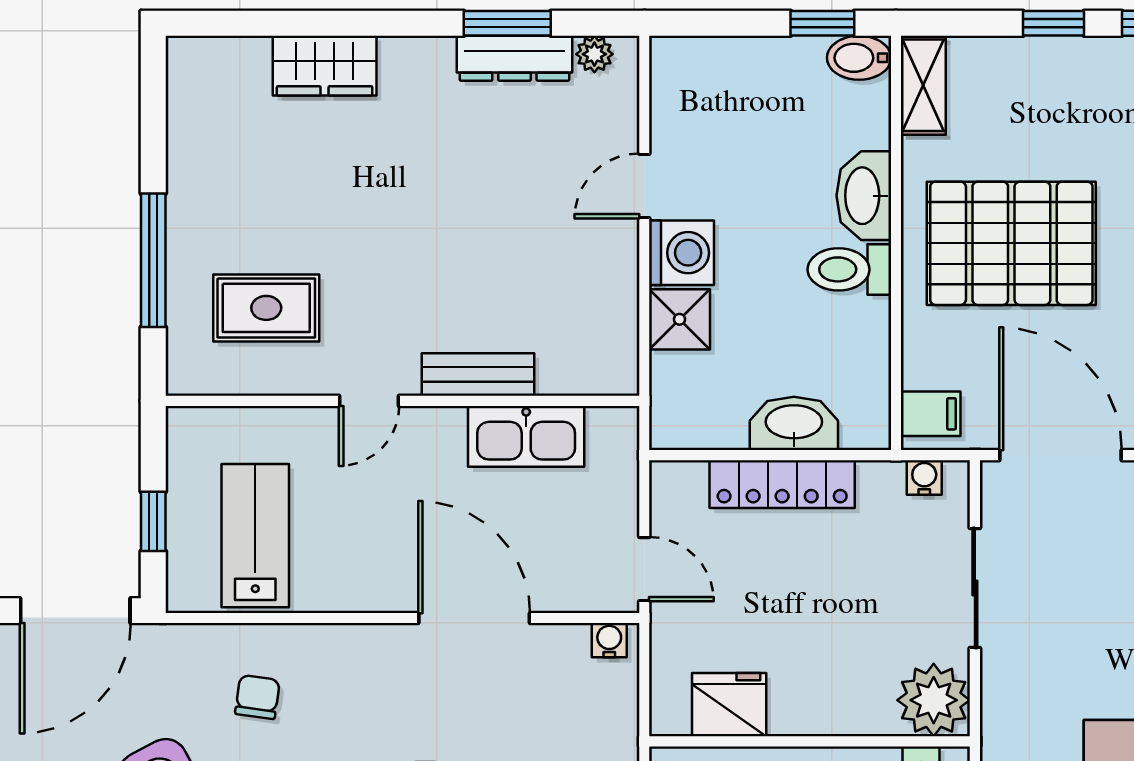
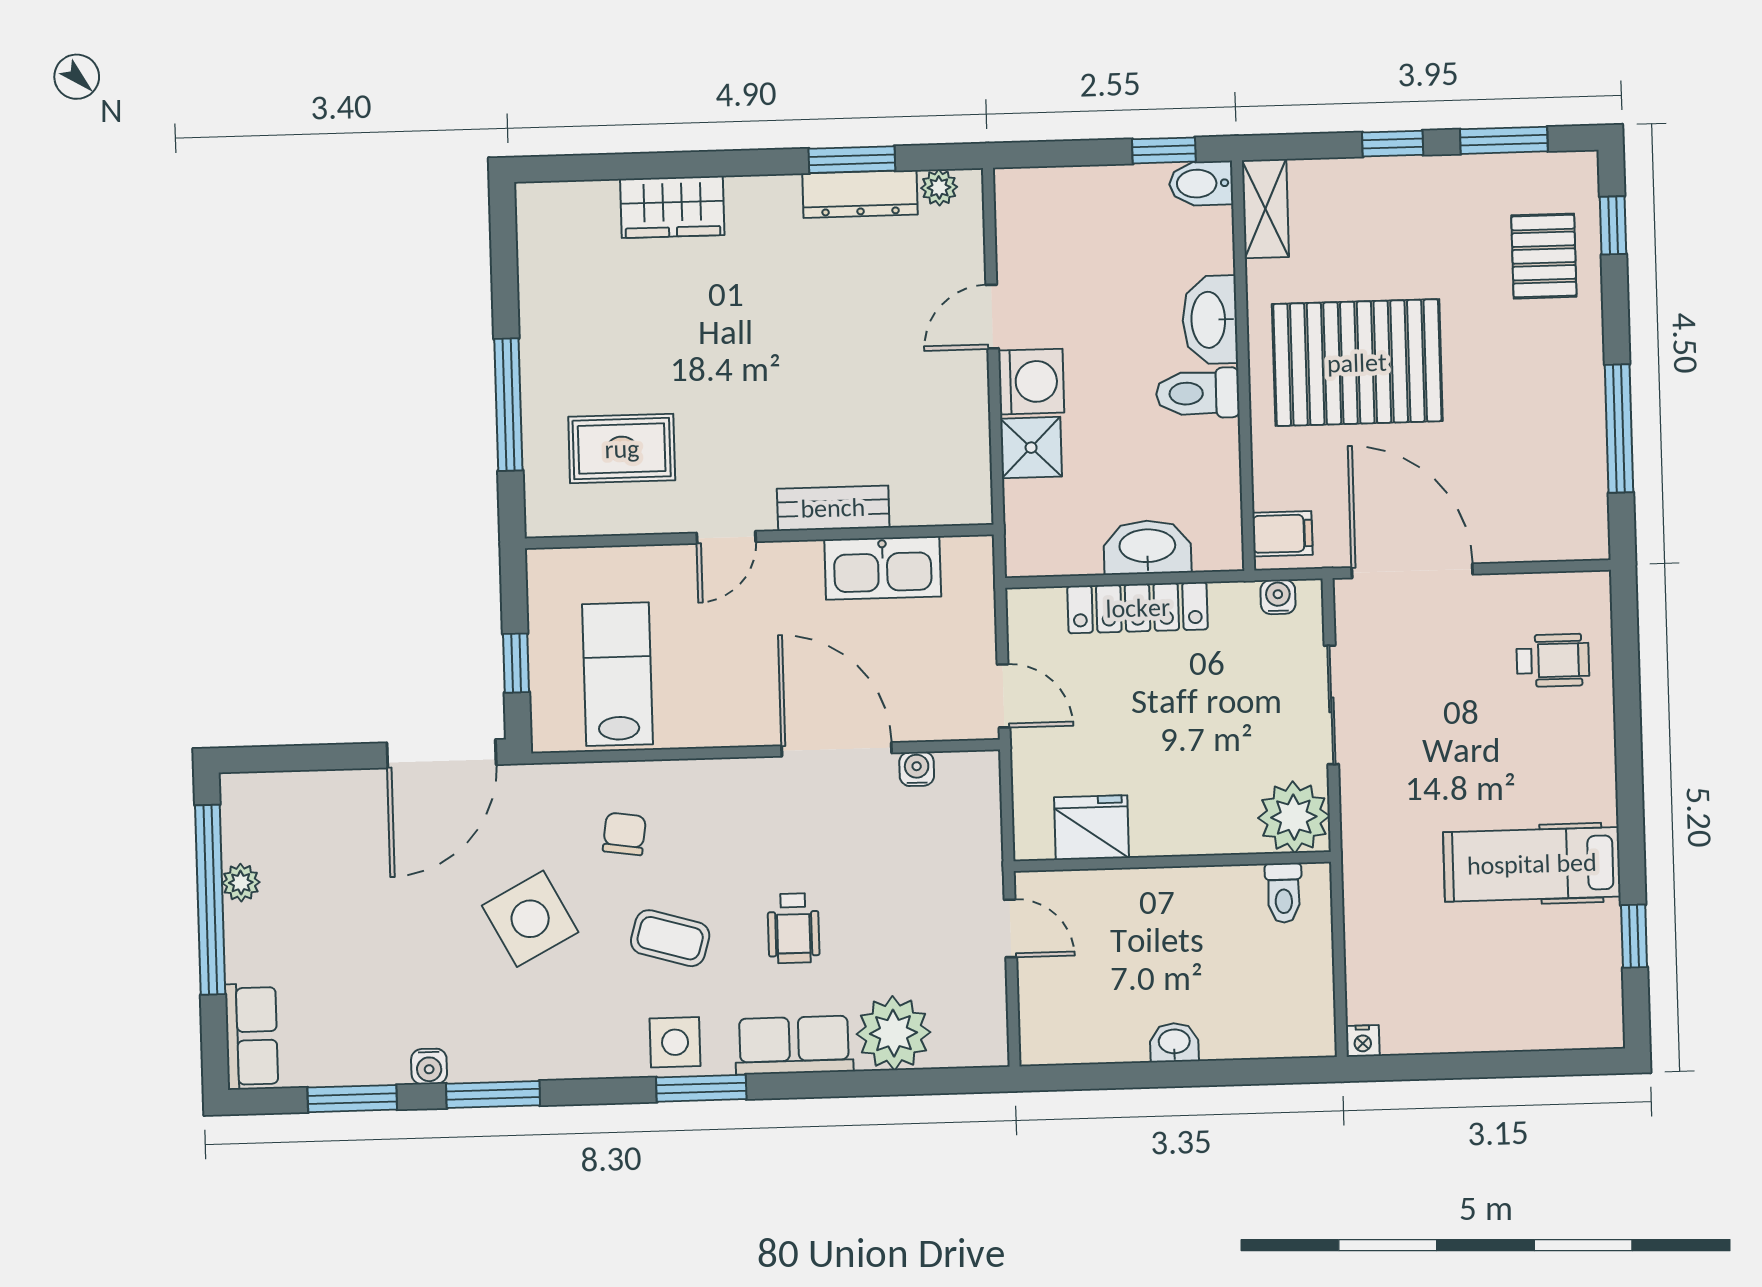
water cooler: (609, 640) -> (917, 769), moved

